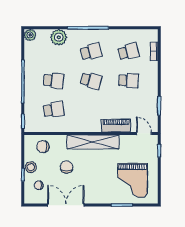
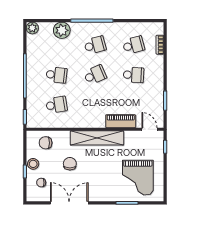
school desk: (91, 81) -> (95, 75), turned -39

